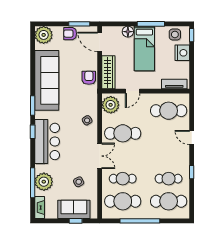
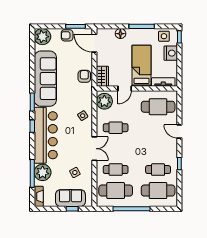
bed: (144, 48) -> (141, 66), moved, turned 180
wardrobe: (108, 72) -> (102, 76), width x0.67
cafe table: (123, 133) -> (116, 128), width x0.73, depth x0.74
bar counter: (47, 141) -> (46, 135), width x1.36

